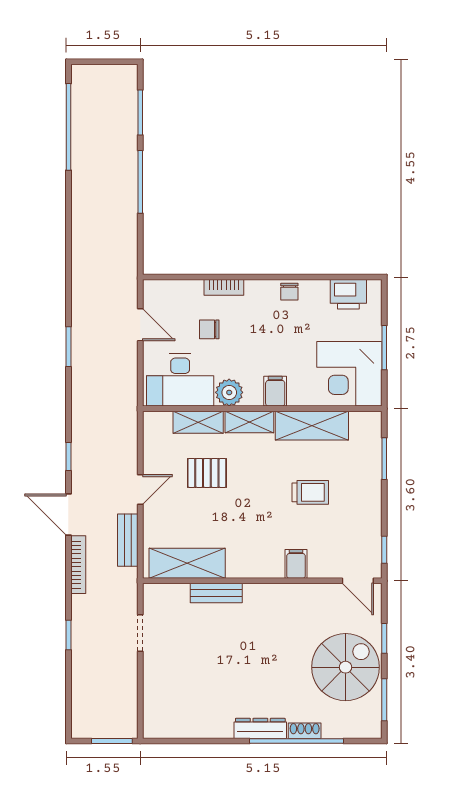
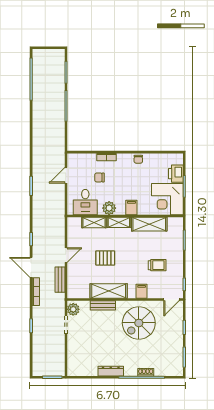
printer: (348, 294) -> (176, 174), moved, turned 90
door: (140, 325) -> (66, 175), swing flipped
desk: (180, 380) -> (85, 202), width x0.73
pallet: (207, 473) -> (105, 258), moved
trolley: (310, 492) -> (157, 265), moved
shelving: (187, 563) -> (109, 291), moved
door: (358, 581) -> (172, 299), hinge flipped
plant: (155, 601) -> (73, 309), added
spiral stairs: (345, 667) -> (139, 323), moved, turned 180
dresser: (260, 728) -> (111, 371), moved

